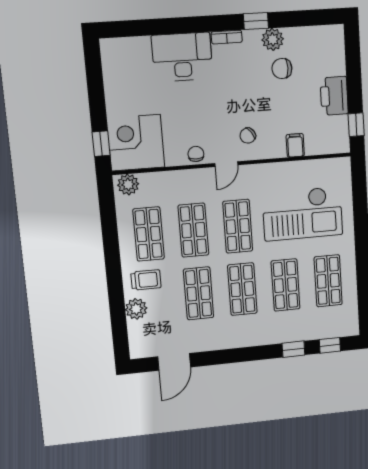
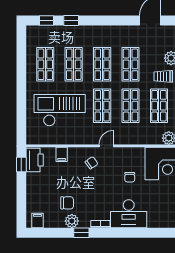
filing cabinet: (327, 37) -> (38, 220), added
printer: (334, 96) -> (35, 160), moved
chair: (196, 154) -> (130, 177), moved

